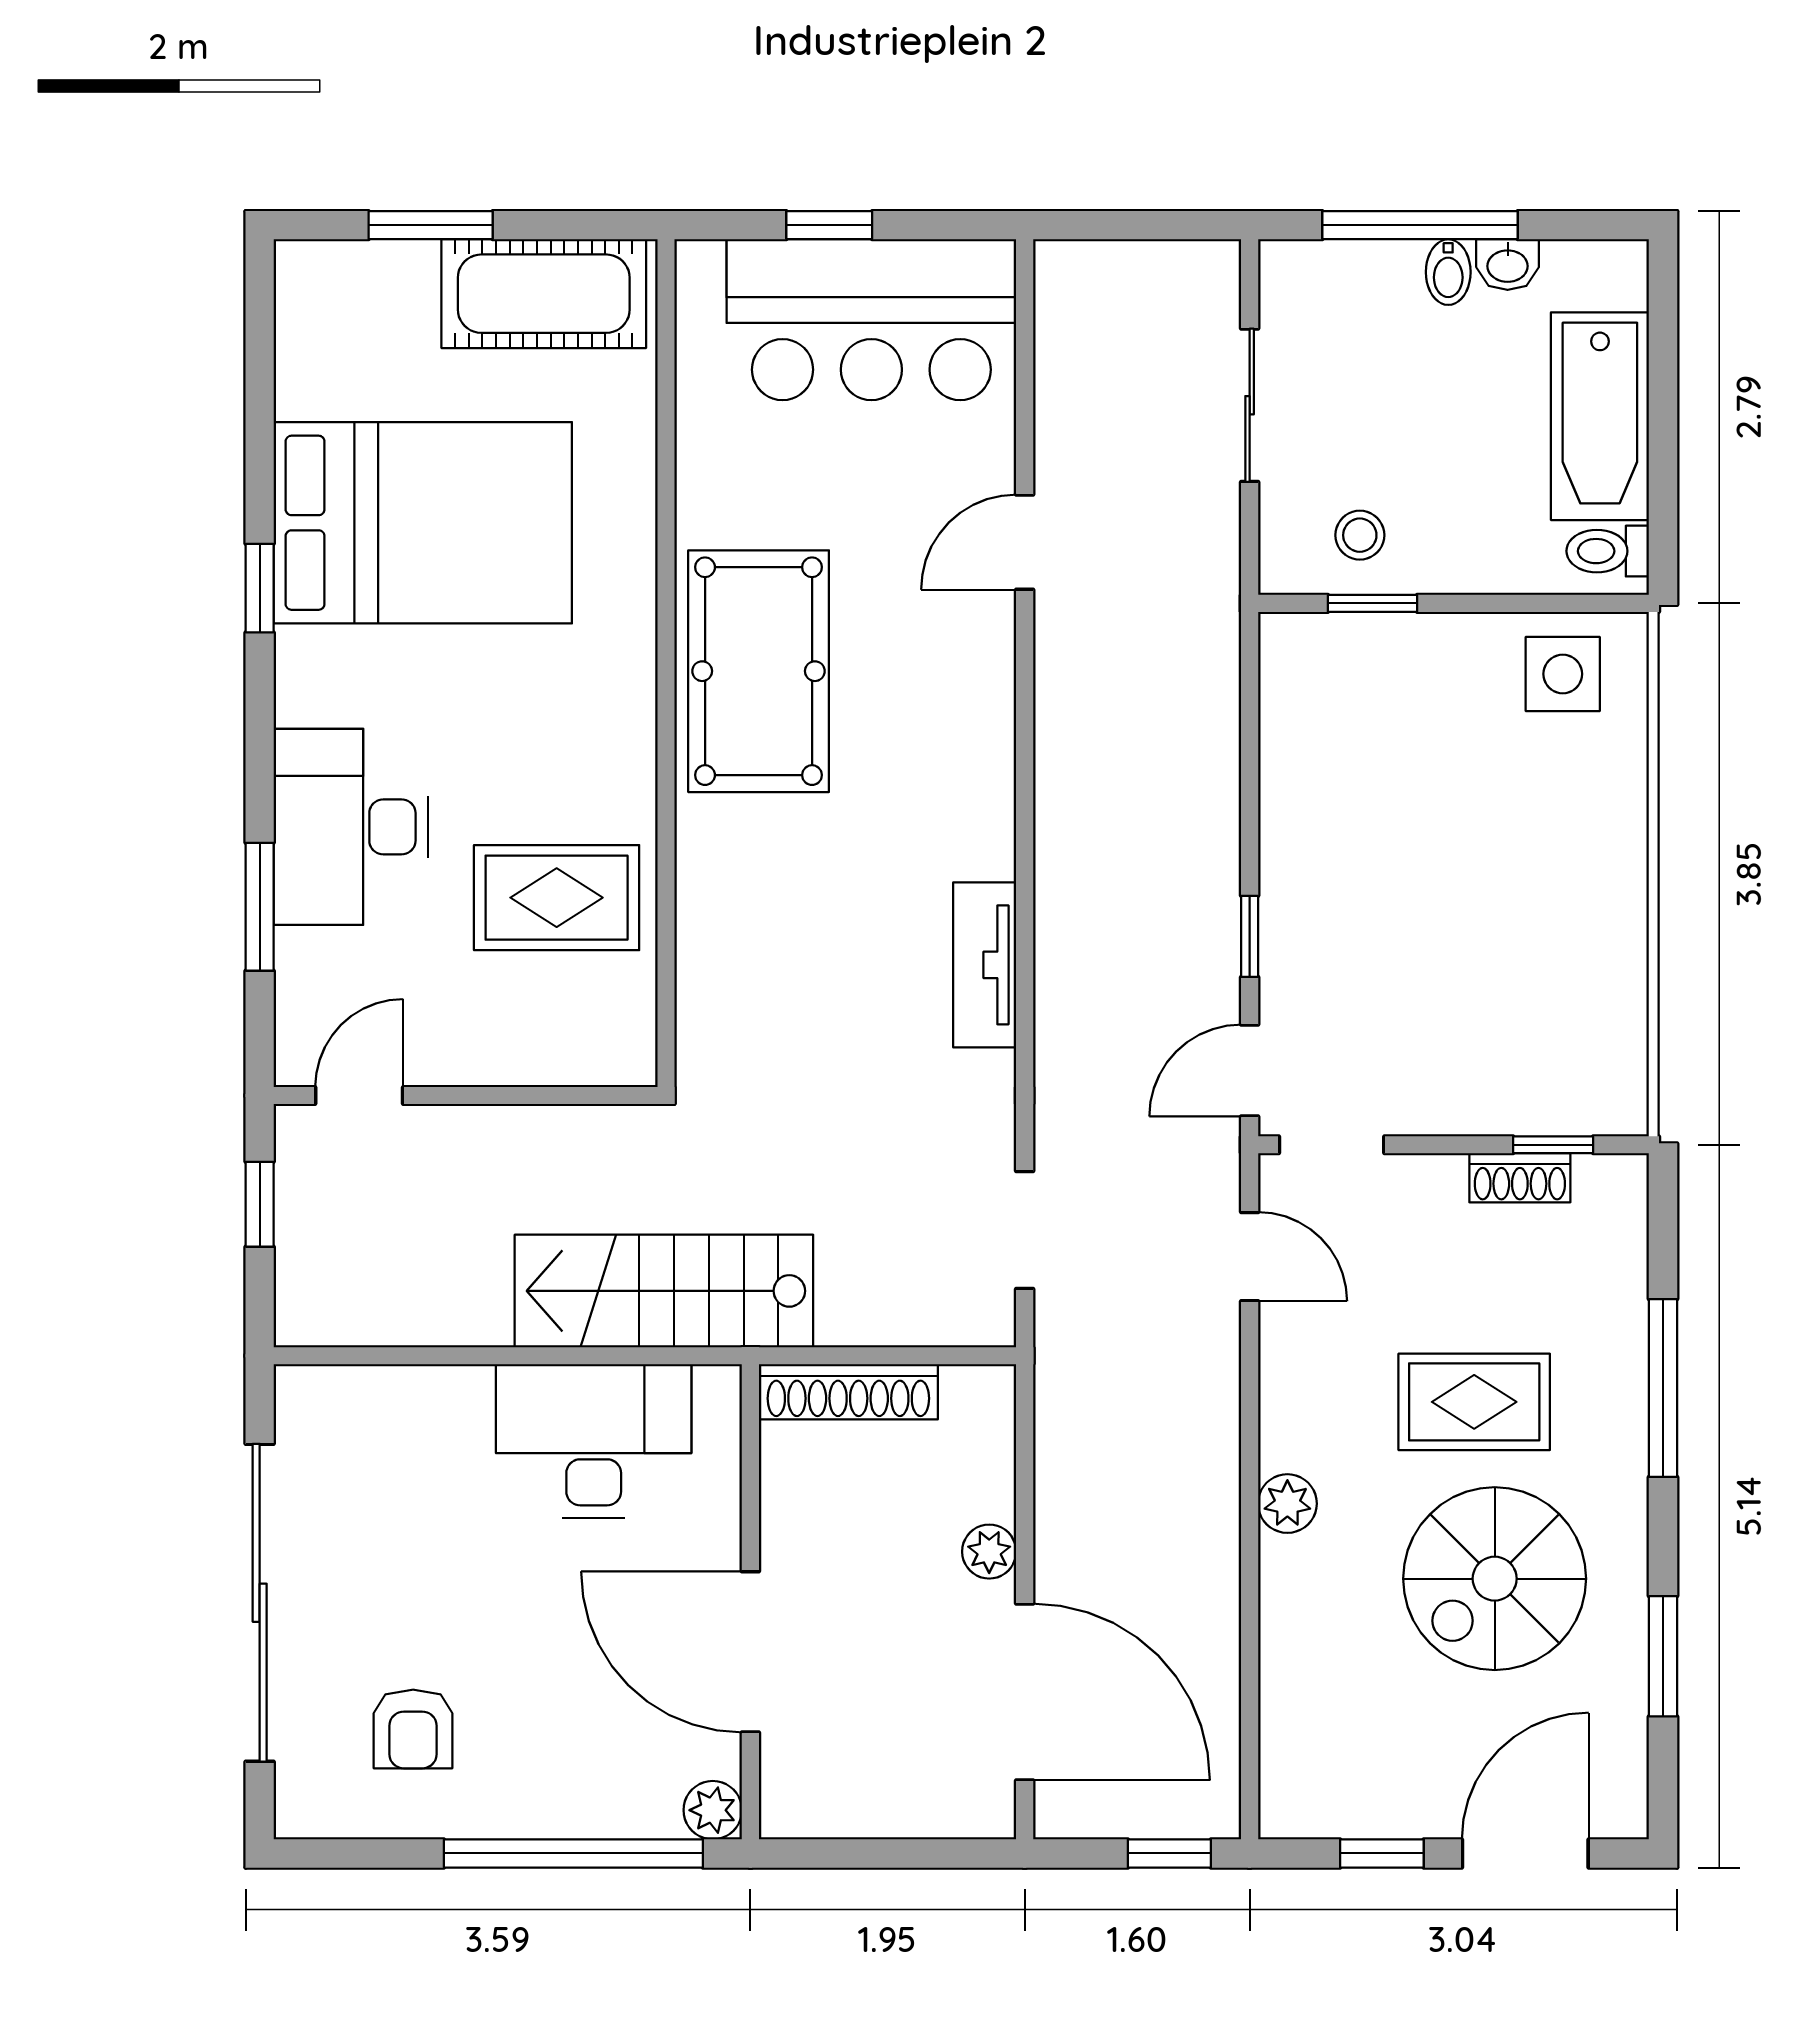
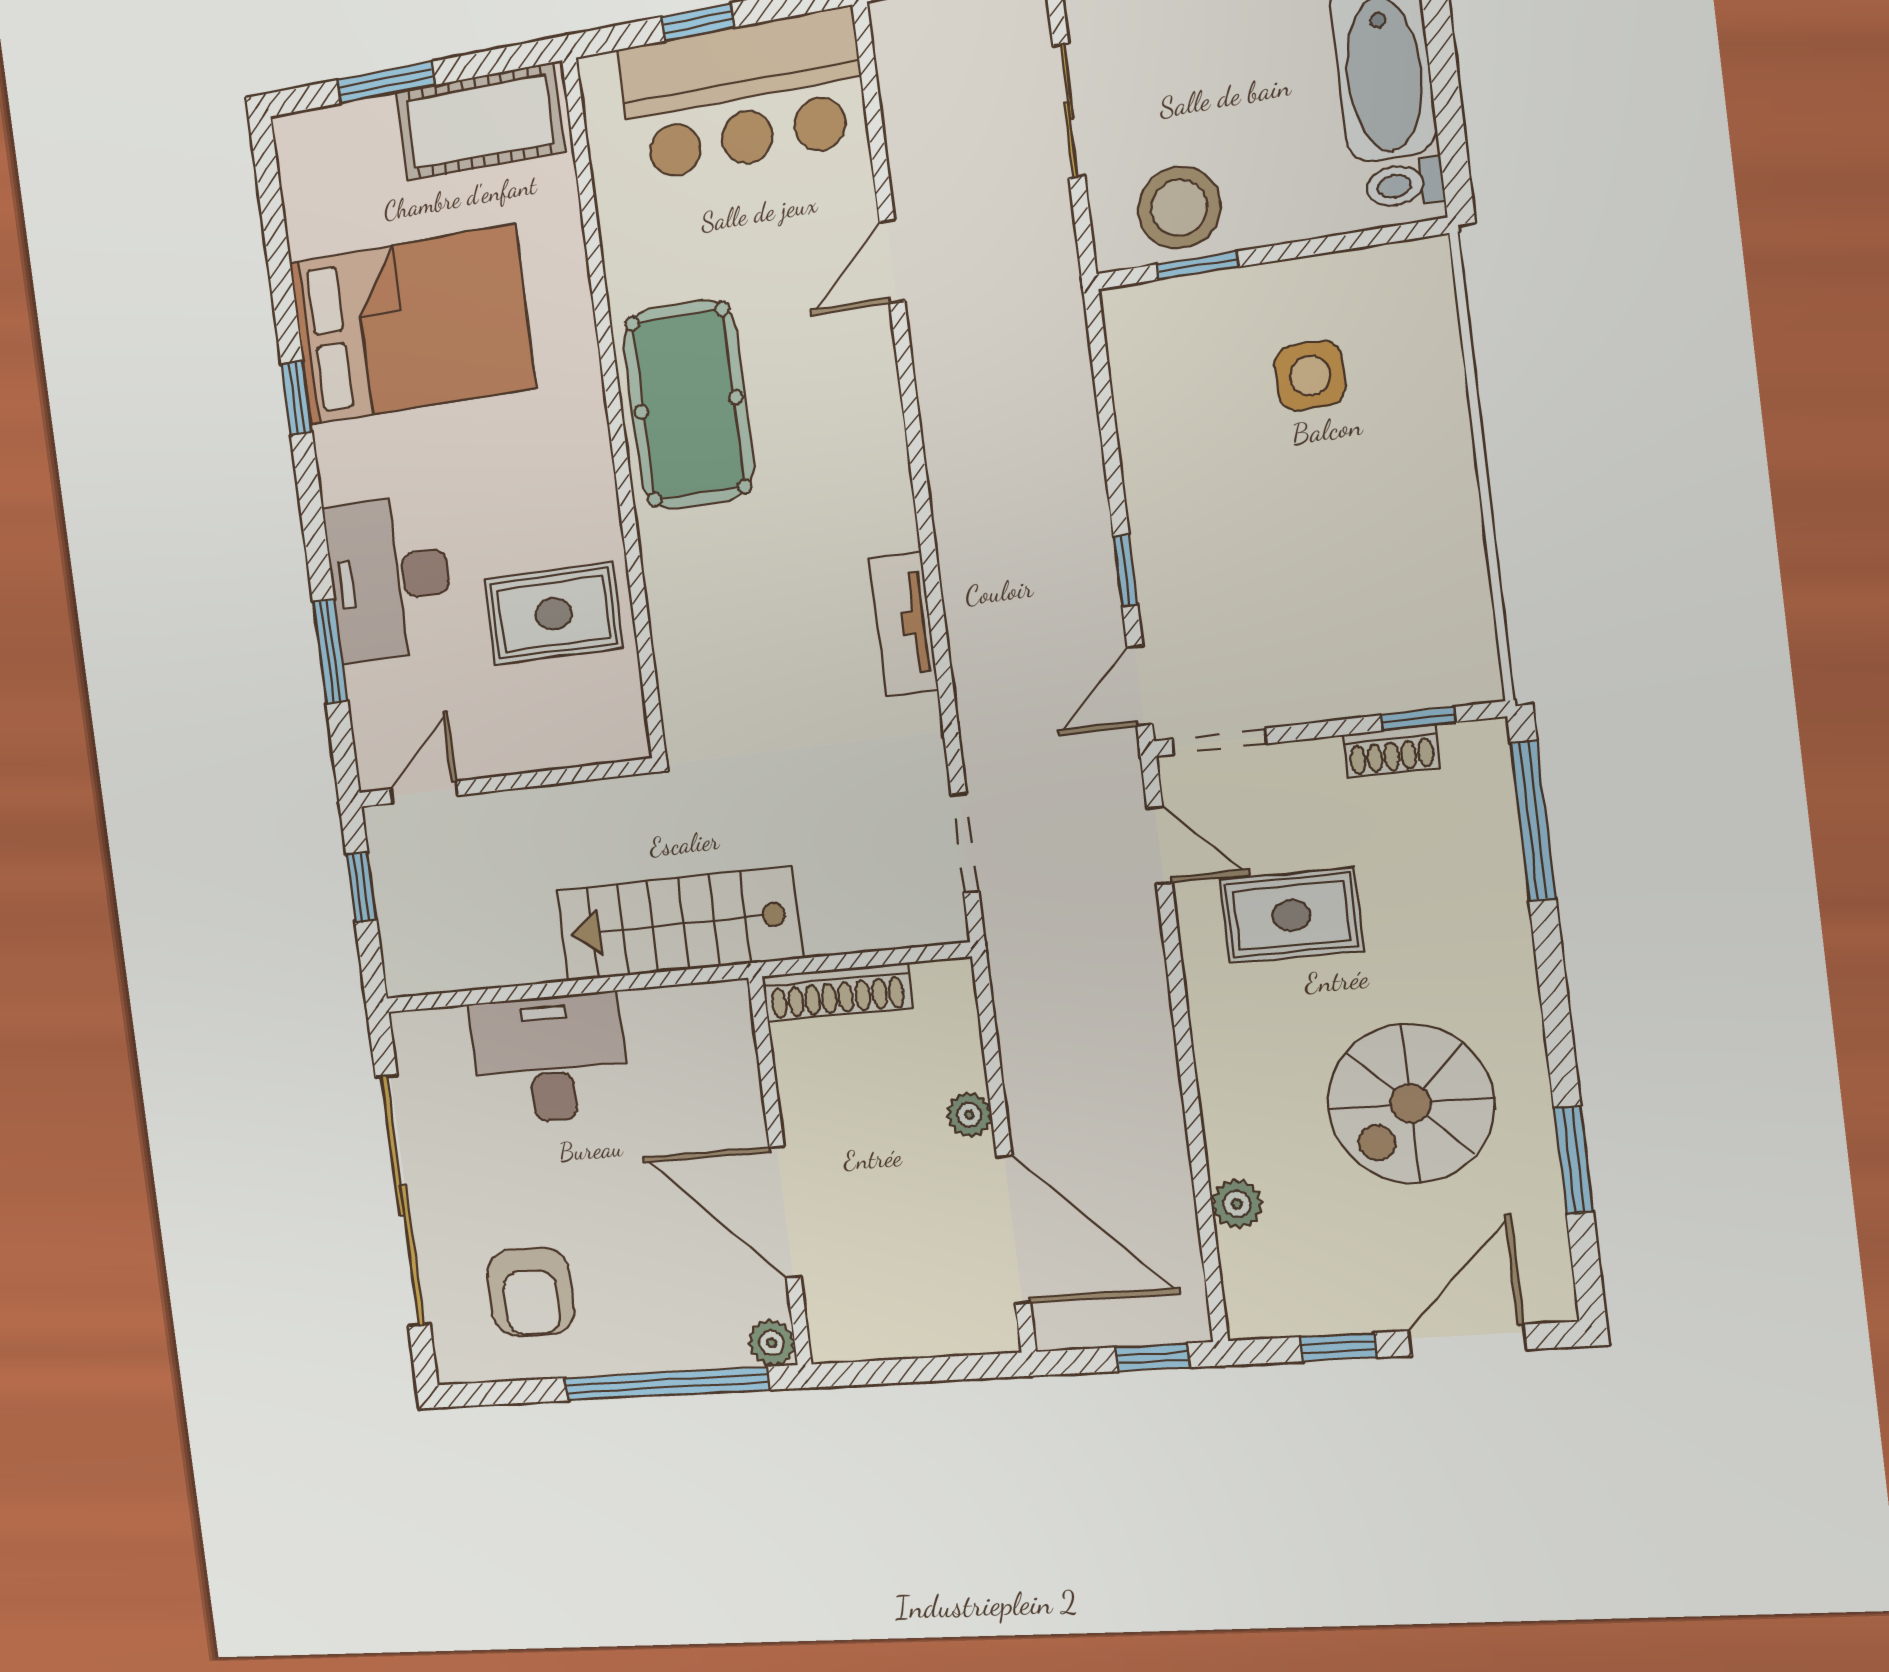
stool: (1360, 535) -> (1179, 208), width x1.89, depth x1.89
side table: (1563, 674) -> (1310, 376), moved
window: (1663, 1388) -> (1533, 821), moved
rug: (1474, 1402) -> (1291, 915), moved
desk: (594, 1441) -> (549, 1059), moved
plant: (1287, 1504) -> (1237, 1204), moved
armchair: (413, 1729) -> (531, 1292), width x1.38, depth x1.38

